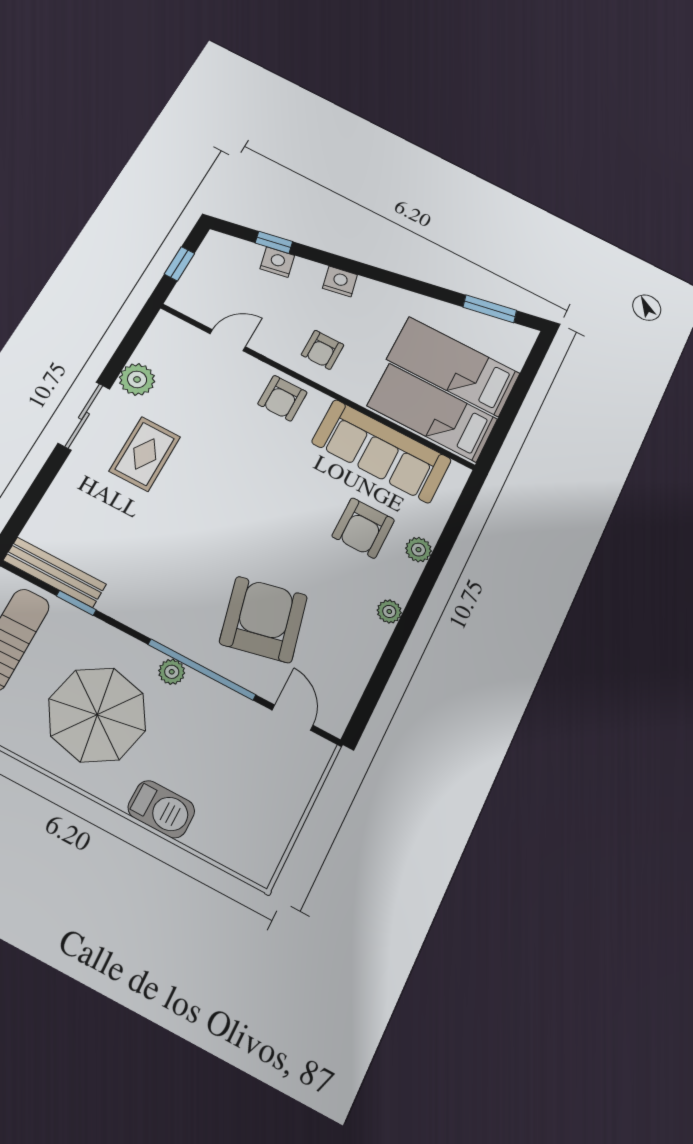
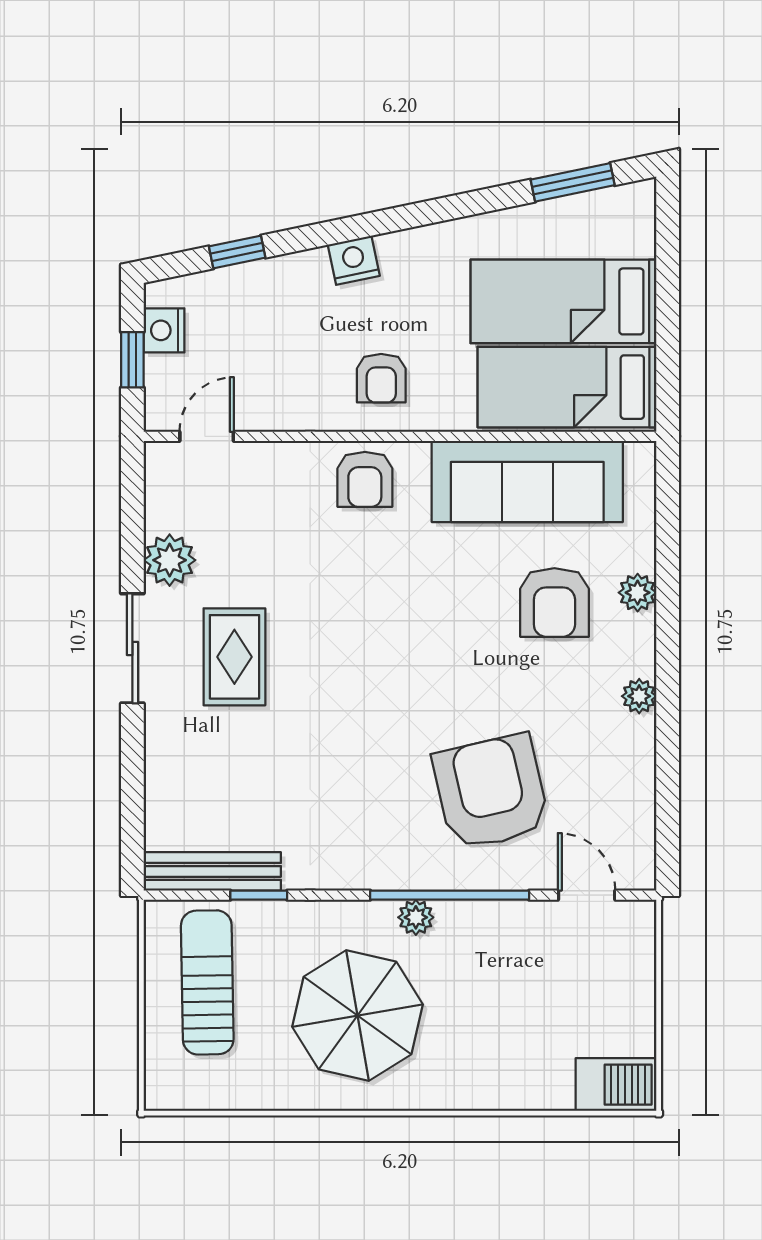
nightstand: (277, 262) -> (164, 330), moved, turned -78
door: (228, 340) -> (207, 436), moved
barbecue: (161, 809) -> (616, 1085), moved

